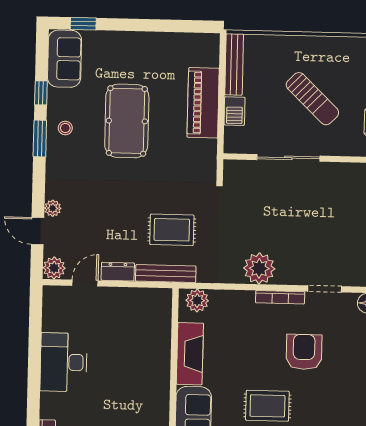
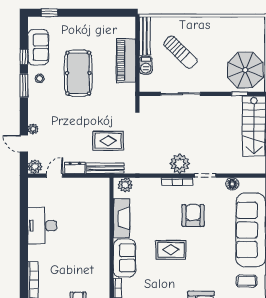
sofa: (64, 59) -> (38, 47), moved
sun lounger: (312, 99) -> (180, 52), moved
plant: (259, 268) -> (180, 164), moved

